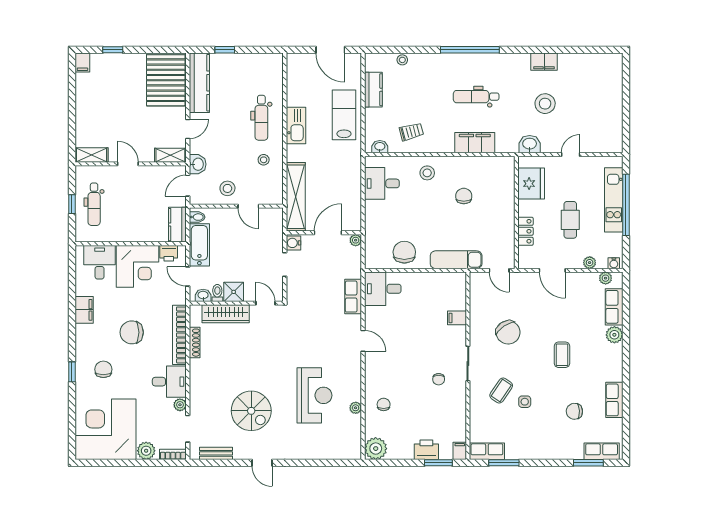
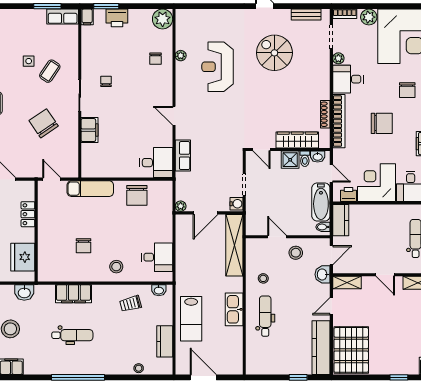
filing cabinet: (457, 318) -> (89, 130), width x2.00

